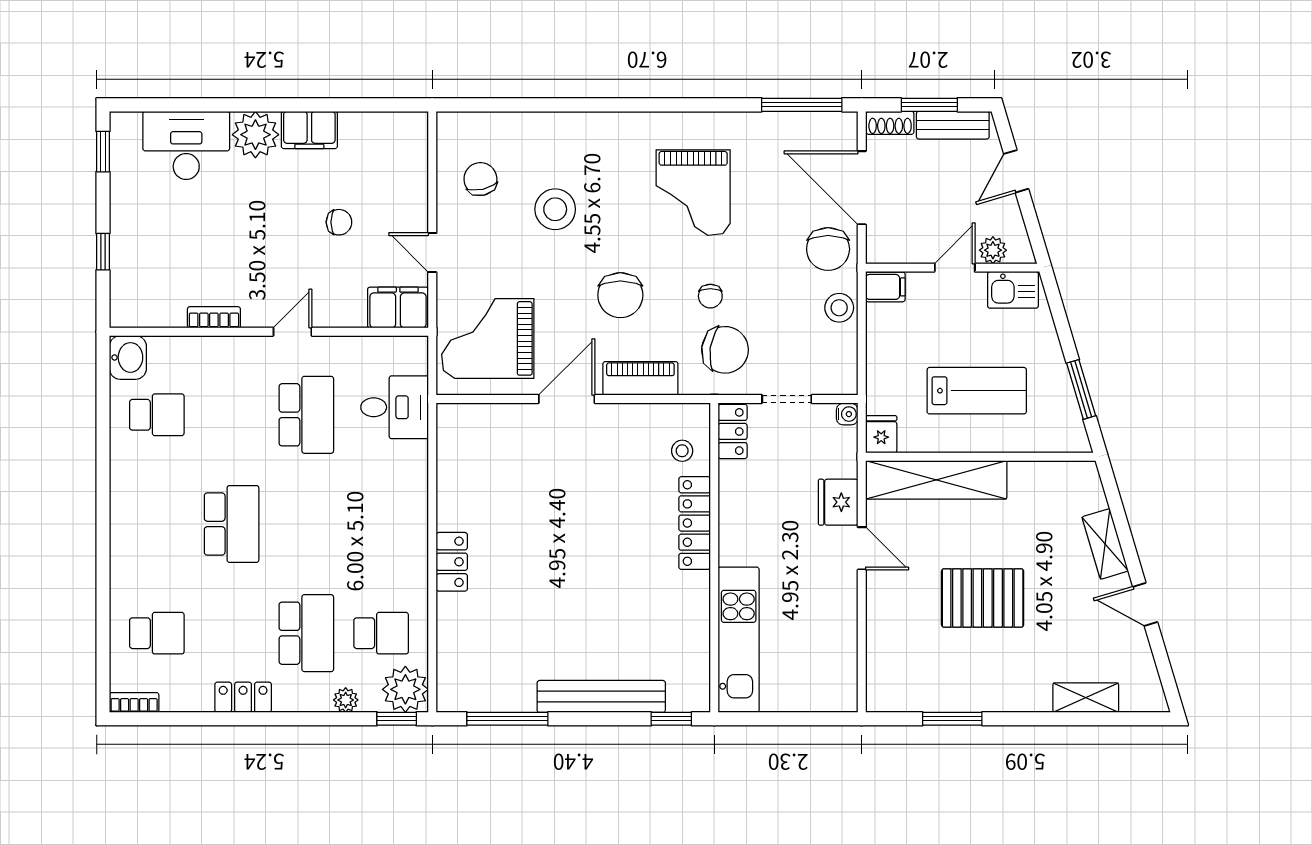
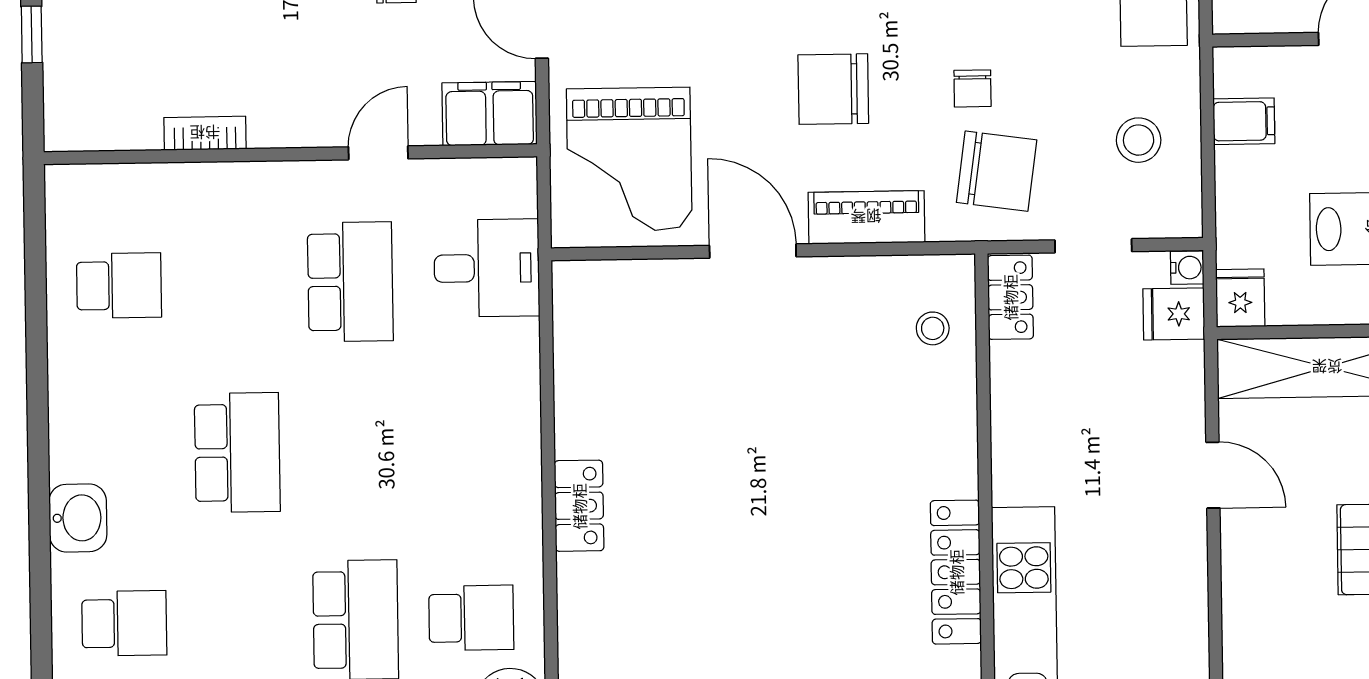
filing cabinet: (885, 287) -> (1244, 121), moved
chair: (620, 295) -> (833, 89), turned 90
stool: (839, 308) -> (1139, 140), moved
door: (292, 332) -> (378, 153), moved
grand piano: (488, 338) -> (629, 159), turned -90
washbasin: (128, 357) -> (78, 518), moved
door: (567, 399) -> (753, 251), hinge flipped
fridge: (838, 502) -> (1174, 314), moved, width x0.72
locker: (695, 523) -> (956, 572), moved

